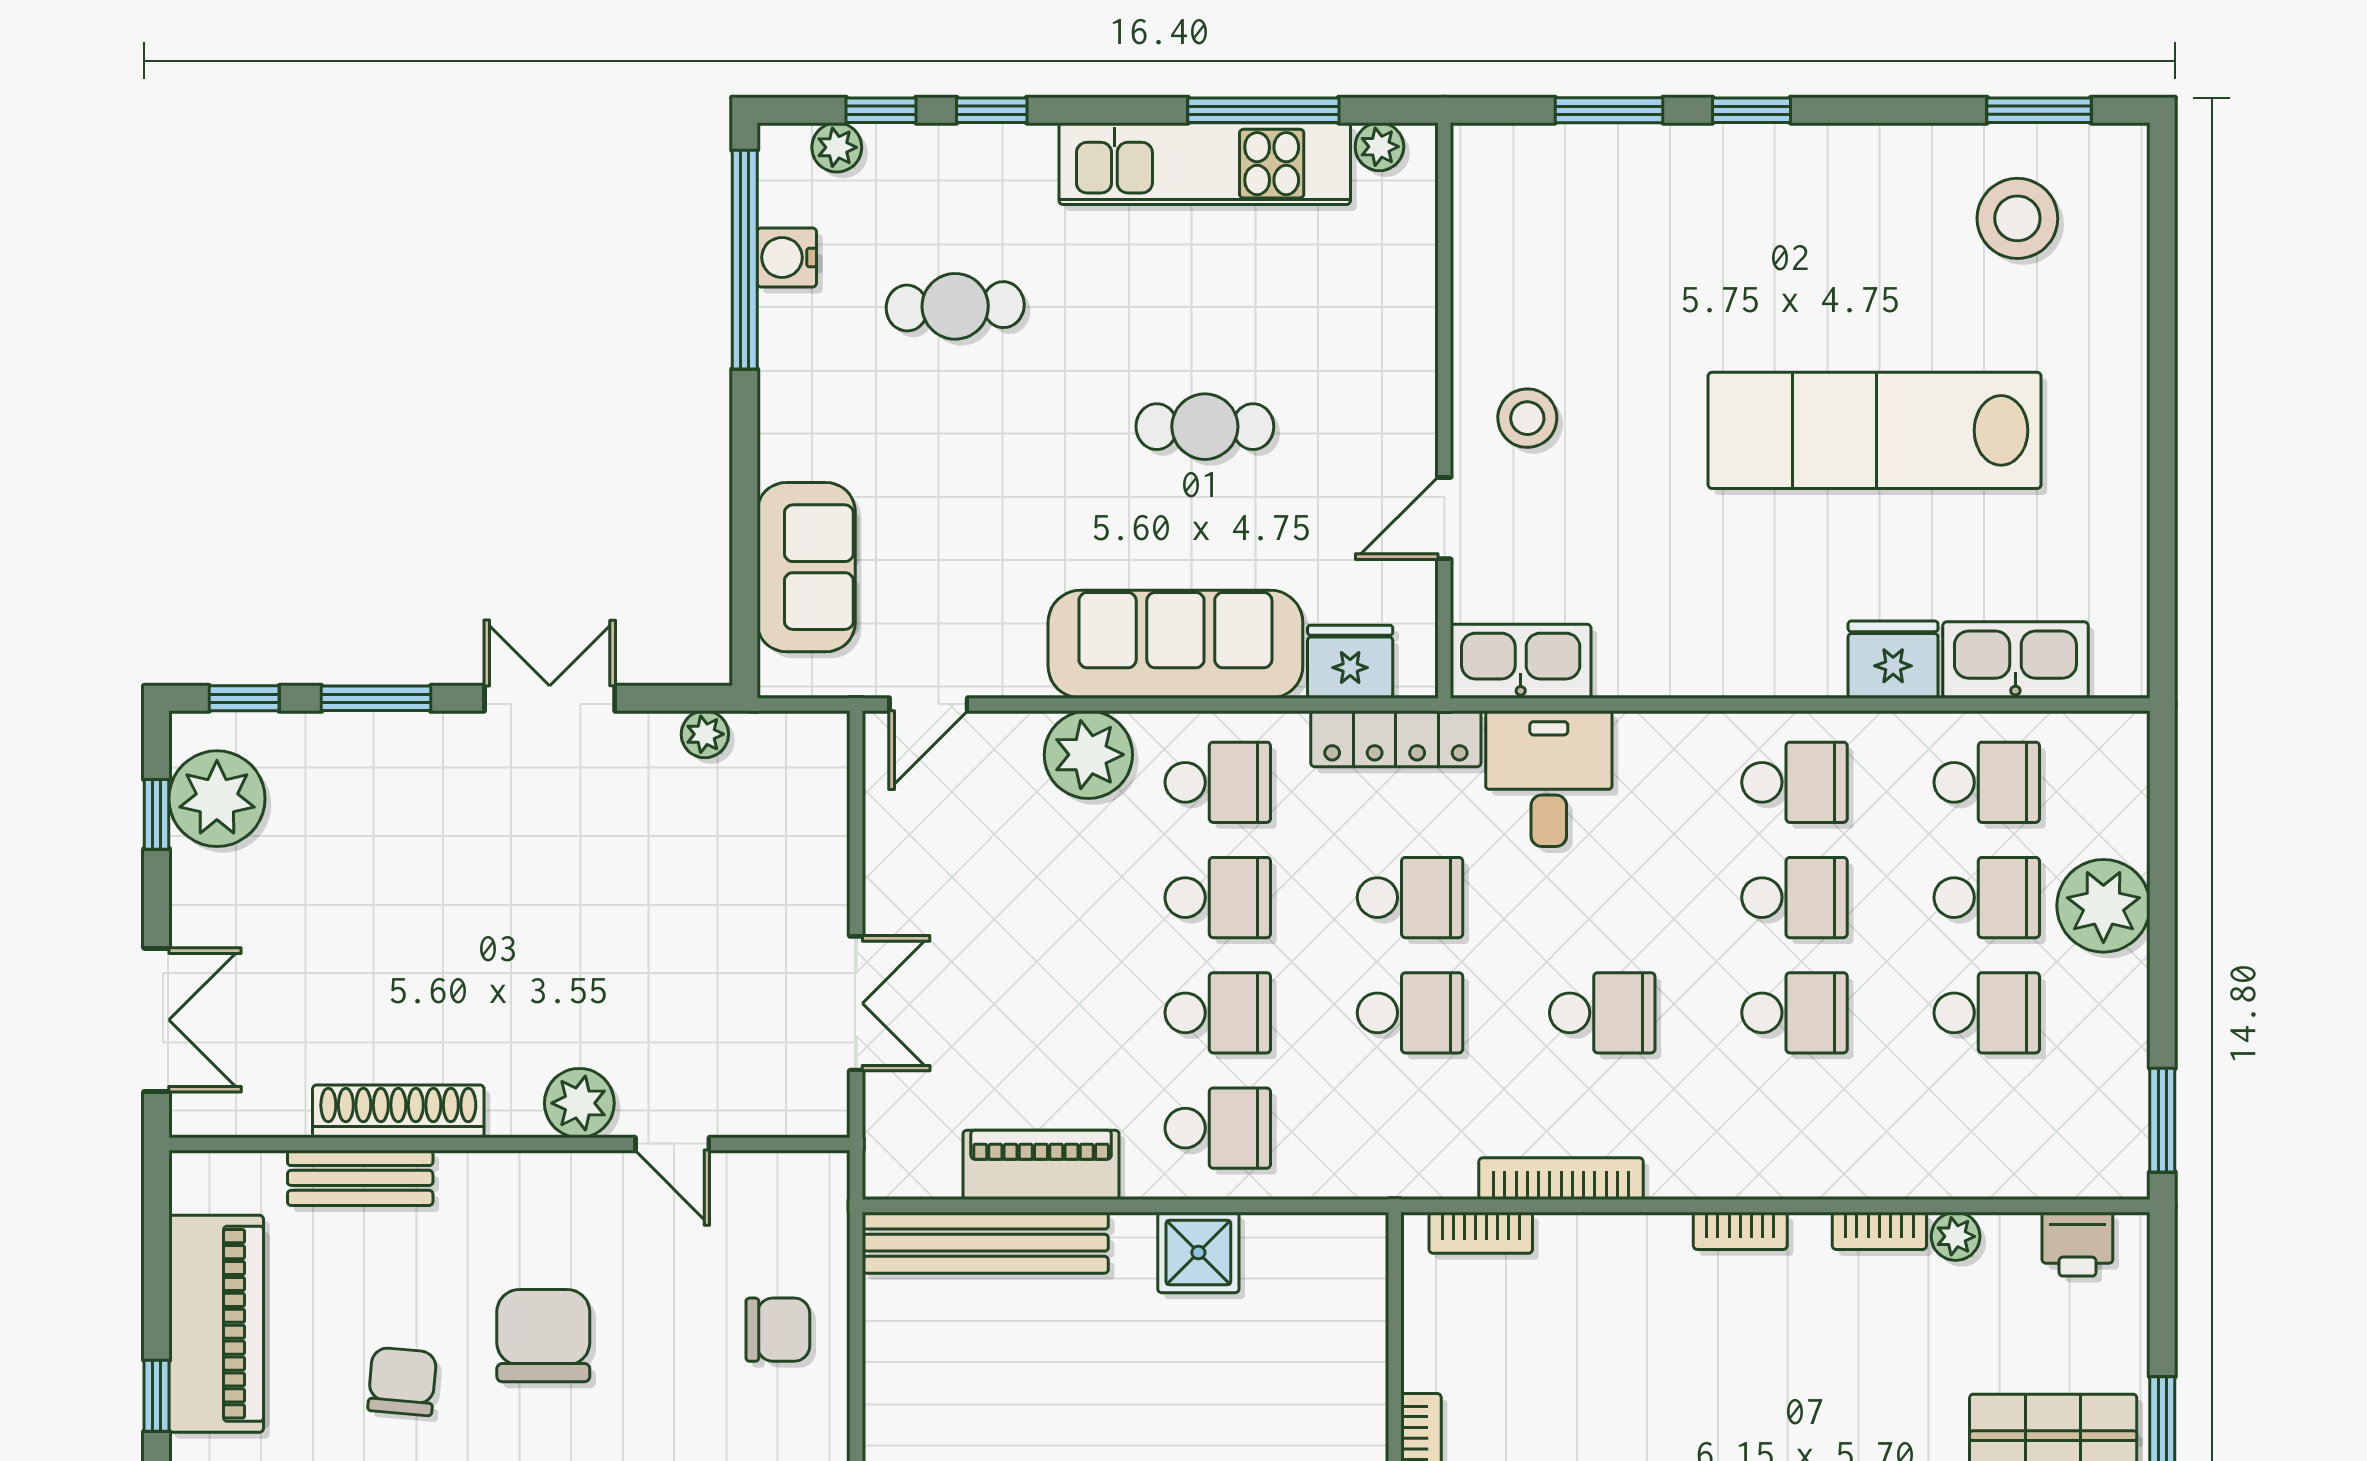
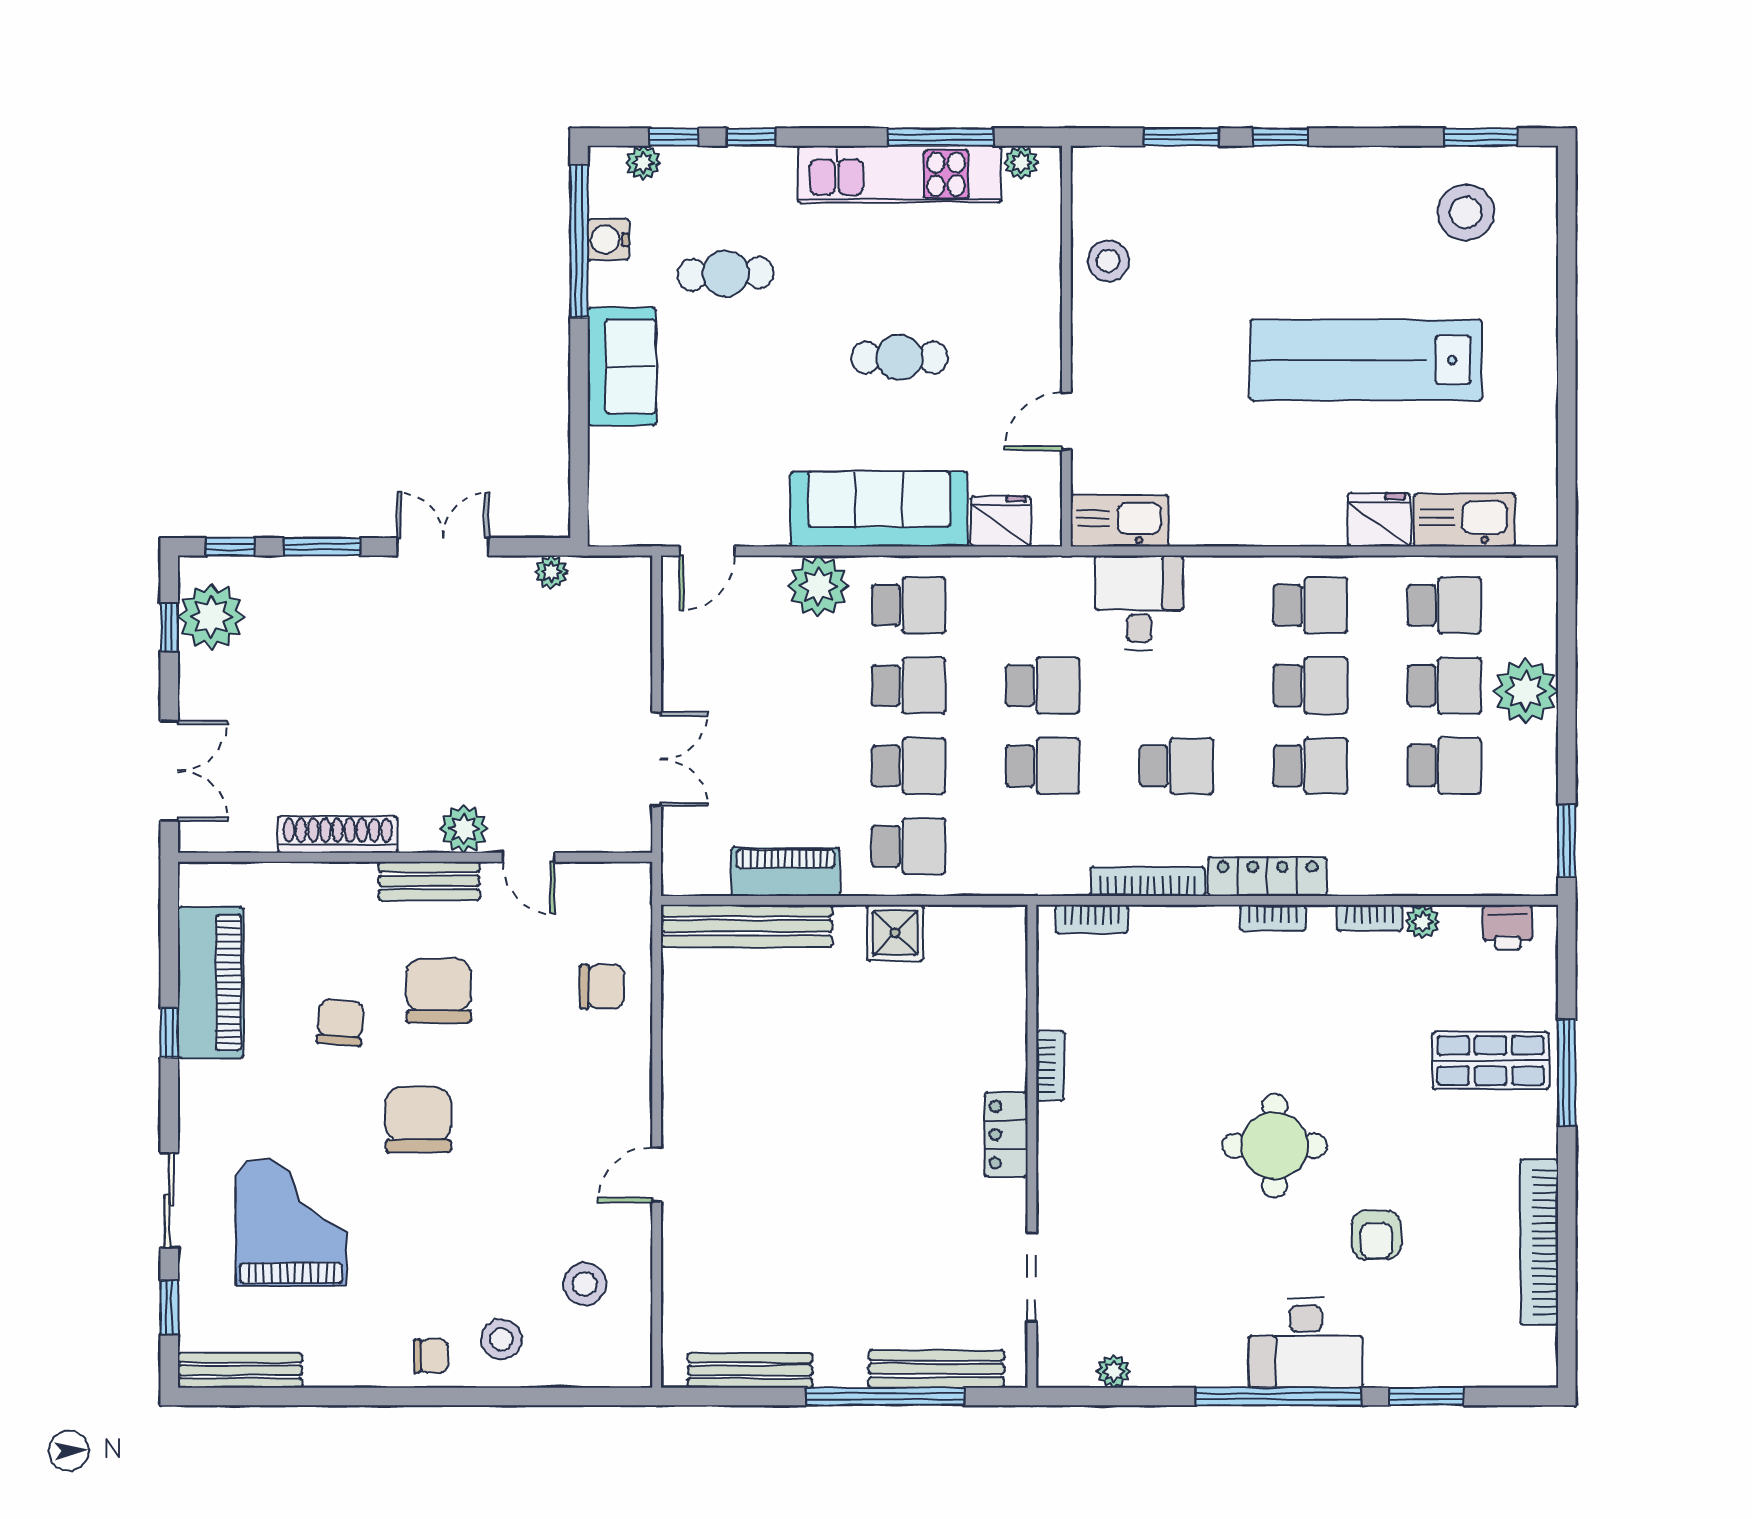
stool: (1527, 418) -> (1108, 261), moved
sofa: (806, 567) -> (622, 366), moved
locker: (1396, 739) -> (1267, 877), moved, turned 180
bench: (360, 1178) -> (429, 881), moved

